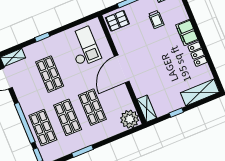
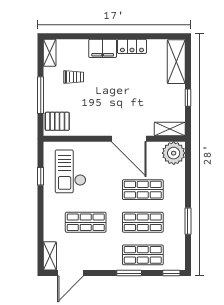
pallet: (117, 21) -> (57, 121), turned 90
window: (42, 37) -> (41, 176), moved
checkout: (84, 47) -> (71, 171), turned -90
door: (122, 69) -> (129, 139), moved
window: (25, 123) -> (129, 273), width x0.47

